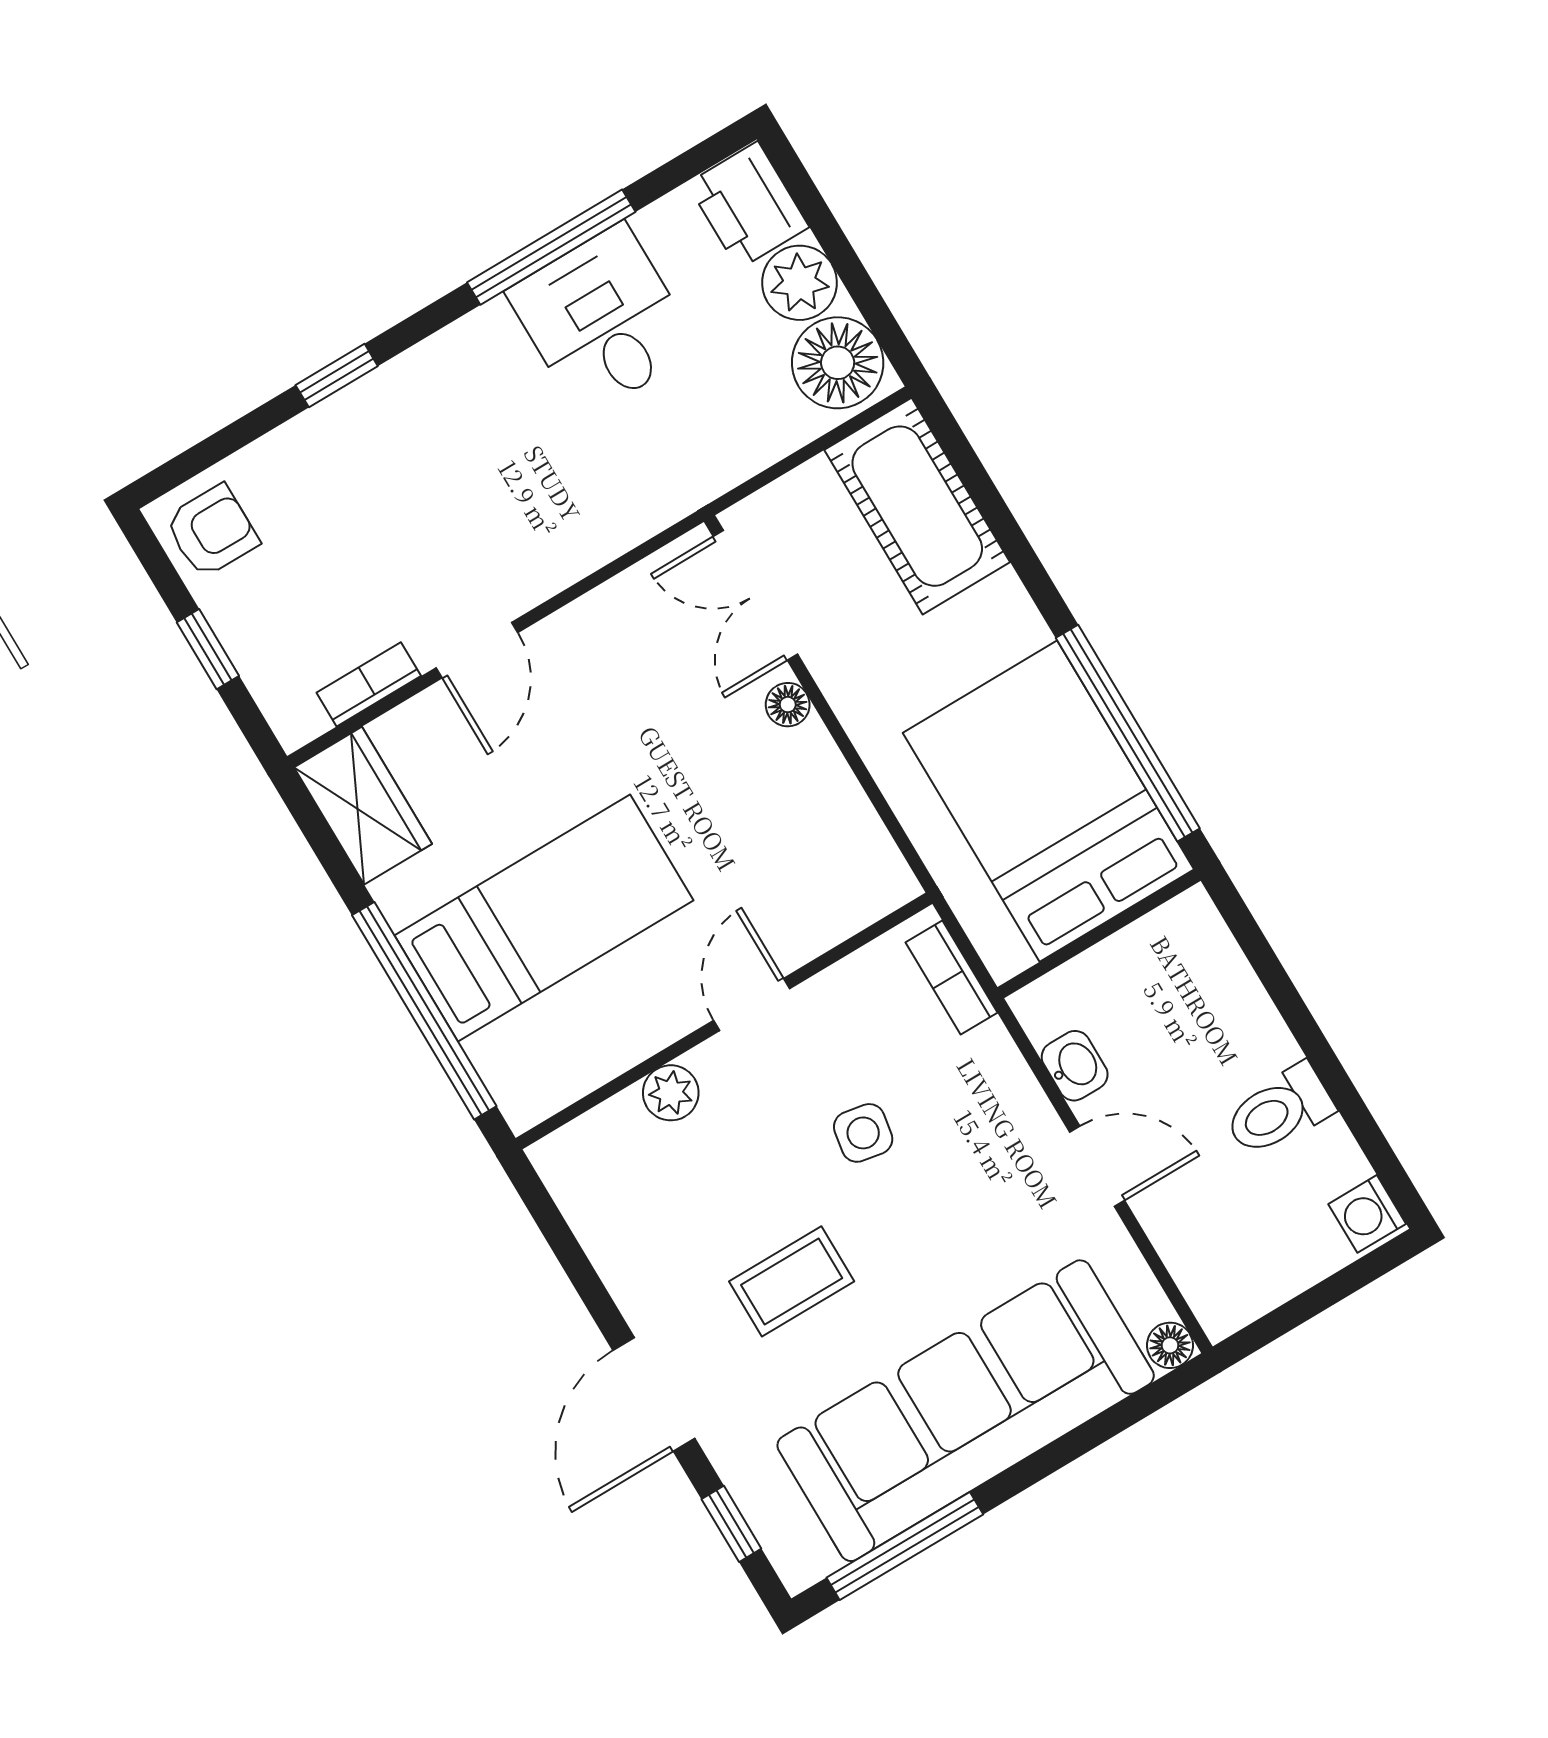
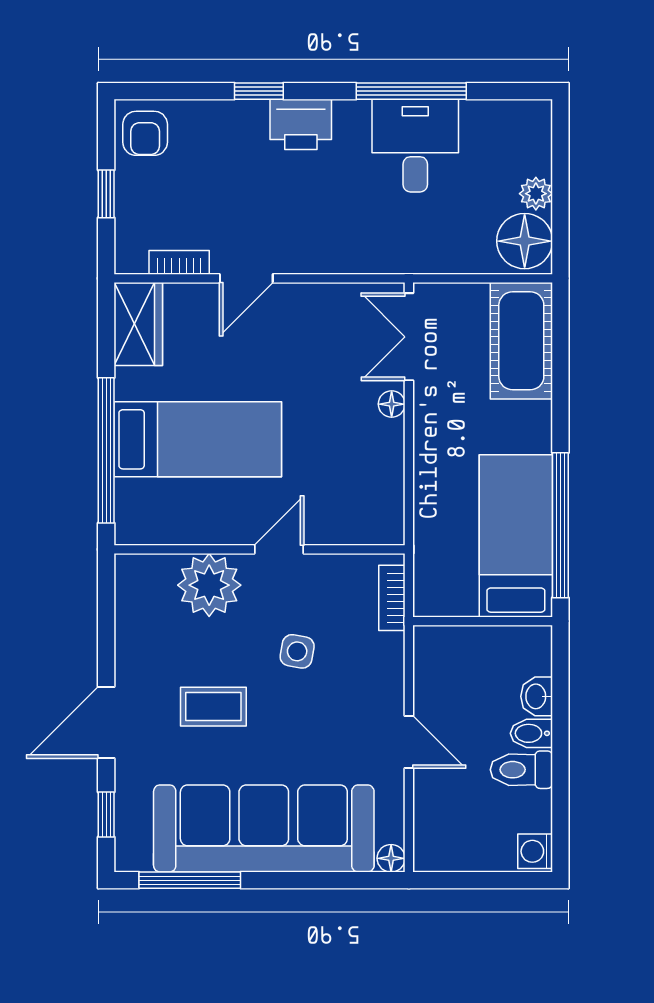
printer: (748, 205) -> (301, 124), moved, turned -90
plant: (799, 283) -> (536, 194), width x0.73, depth x0.73
armchair: (212, 531) -> (145, 133), turned 90
bed: (1048, 801) -> (516, 536), width x0.67
bidet: (1262, 1051) -> (531, 733), added
washbasin: (1075, 1066) -> (537, 696), moved, turned 180
plant: (671, 1093) -> (209, 585), width x1.88, depth x1.88

